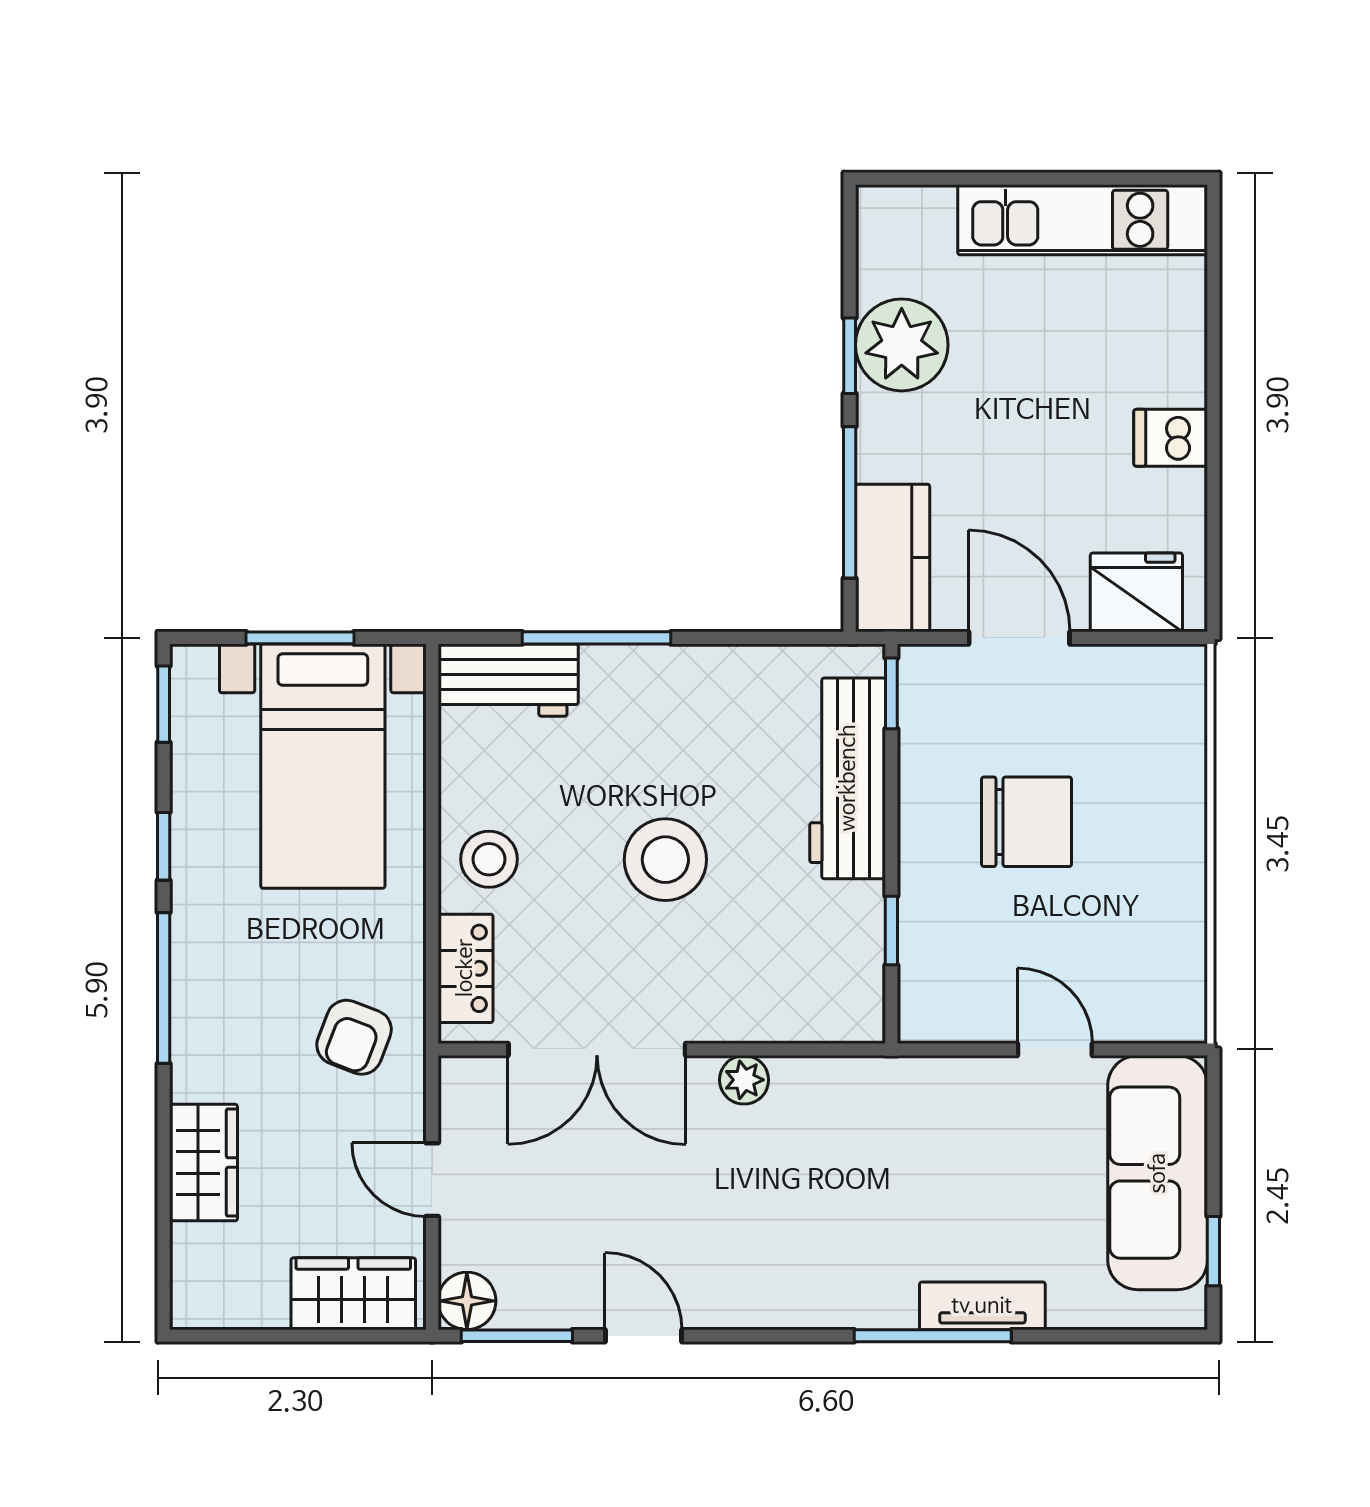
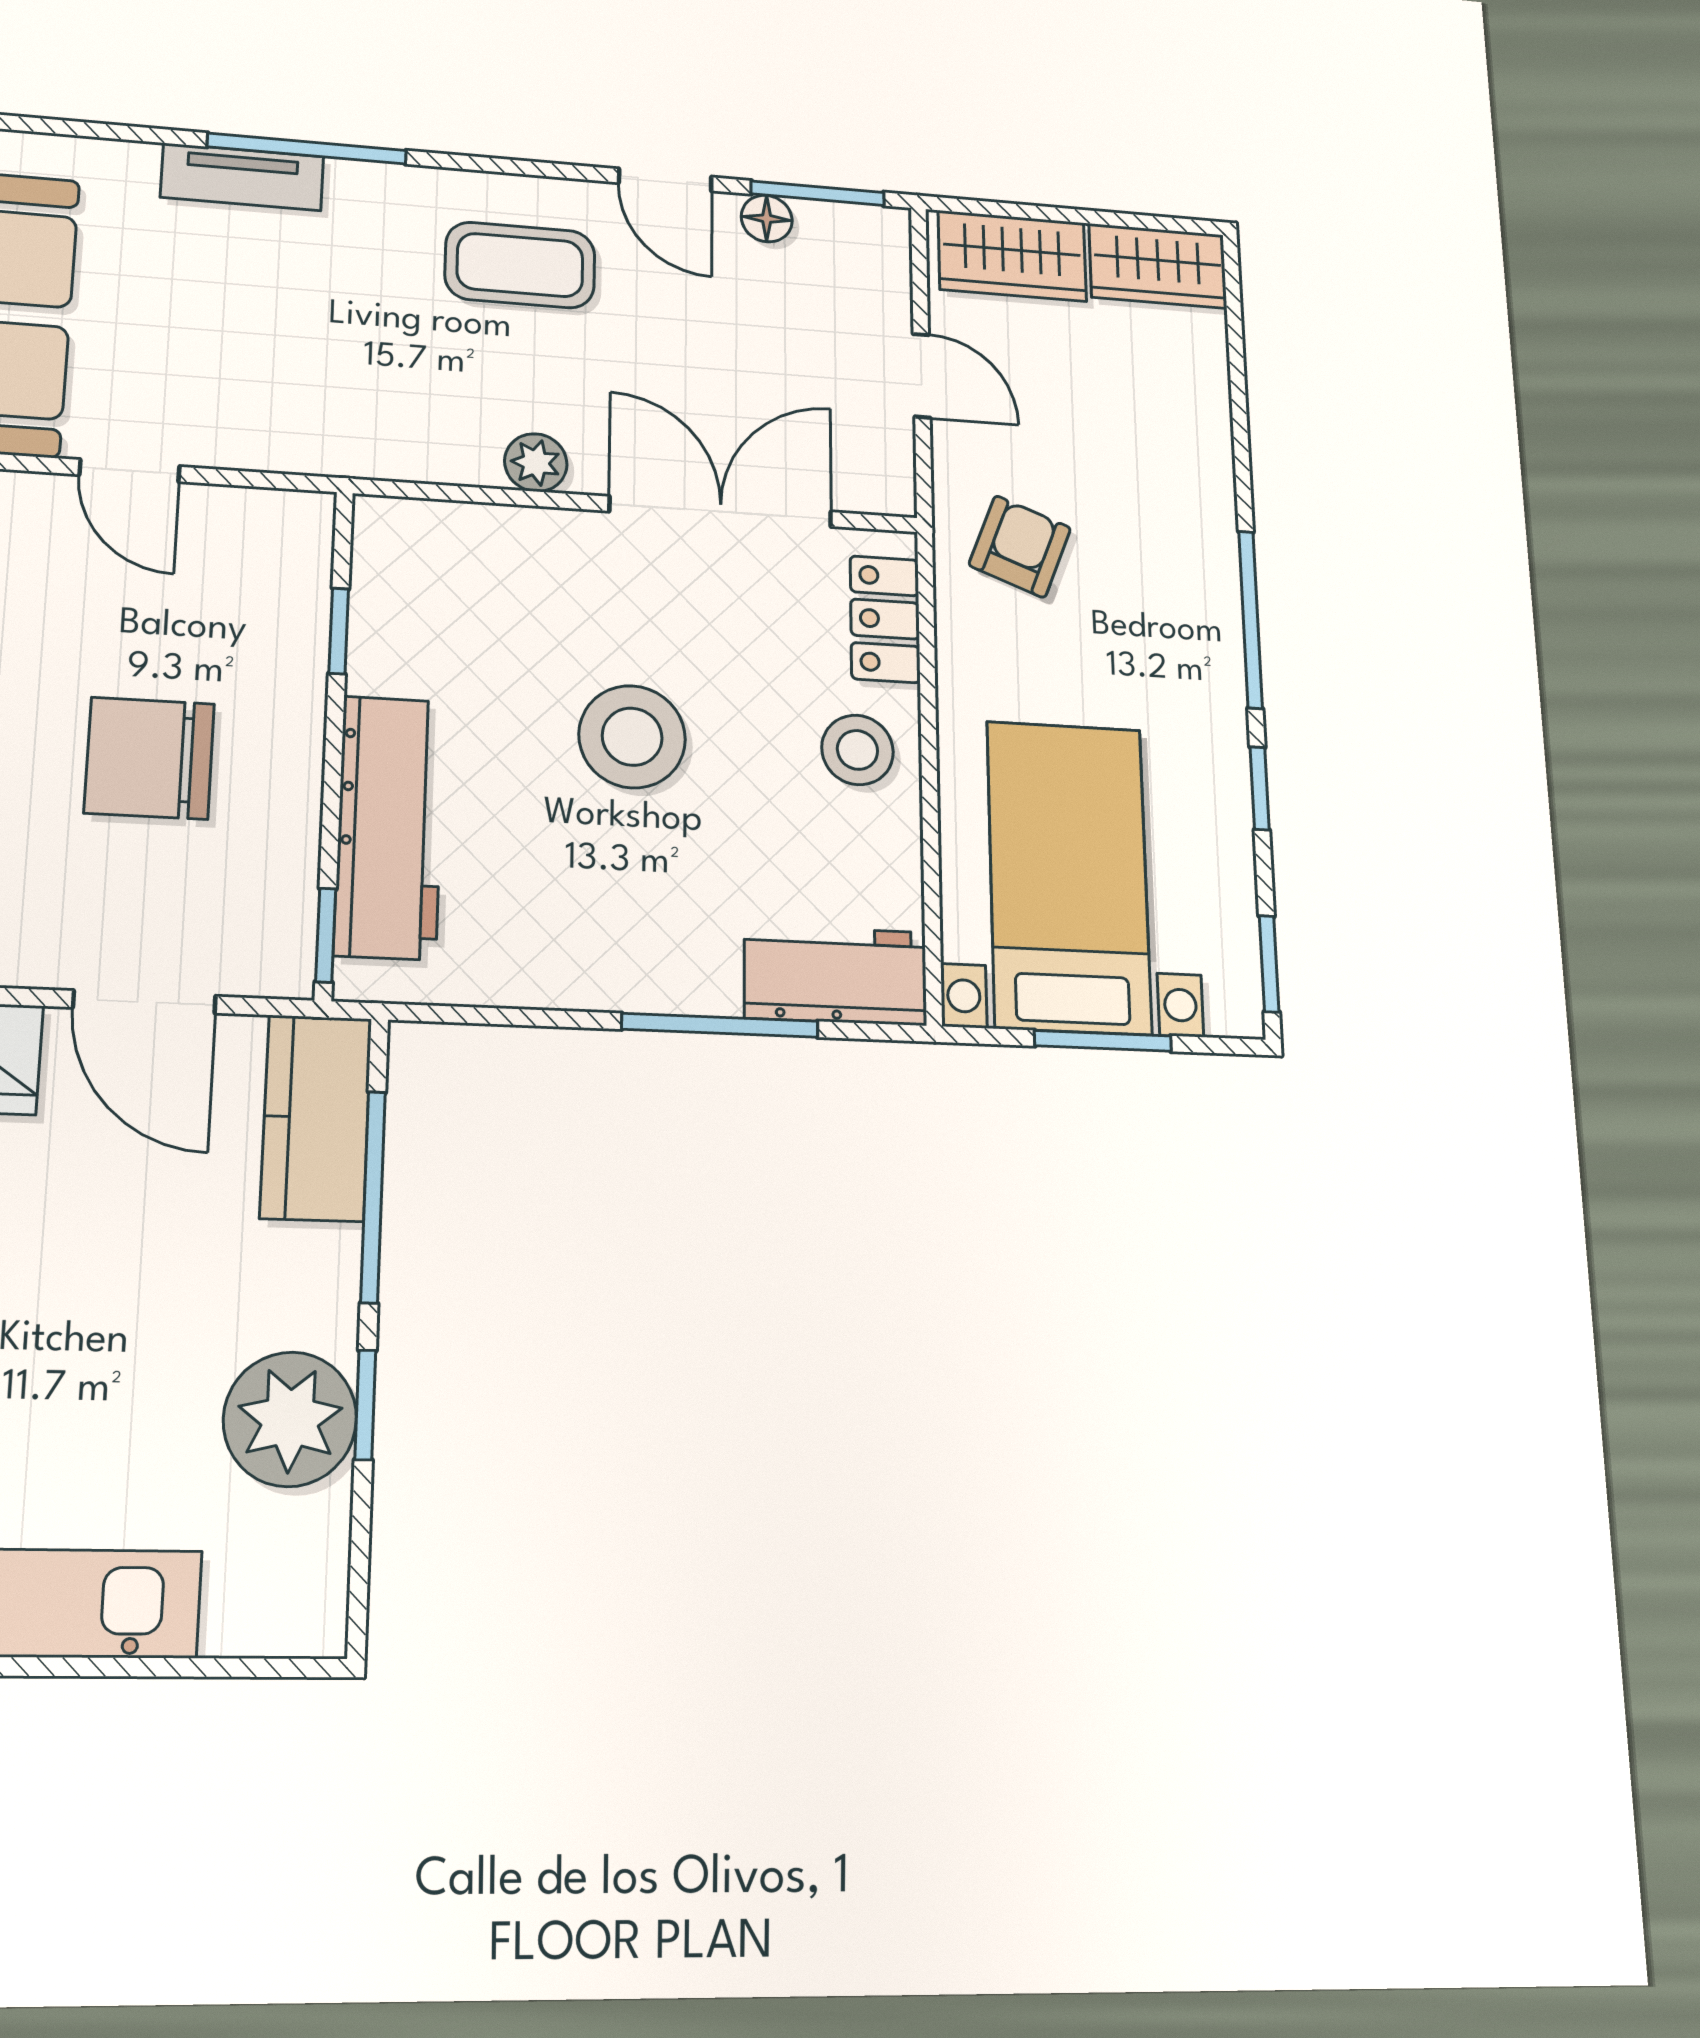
wardrobe: (203, 1163) -> (1158, 266), moved, turned -90
coffee table: (760, 1249) -> (520, 265), added
floor lamp: (467, 1301) -> (767, 219), moved, width x0.73, depth x0.73

